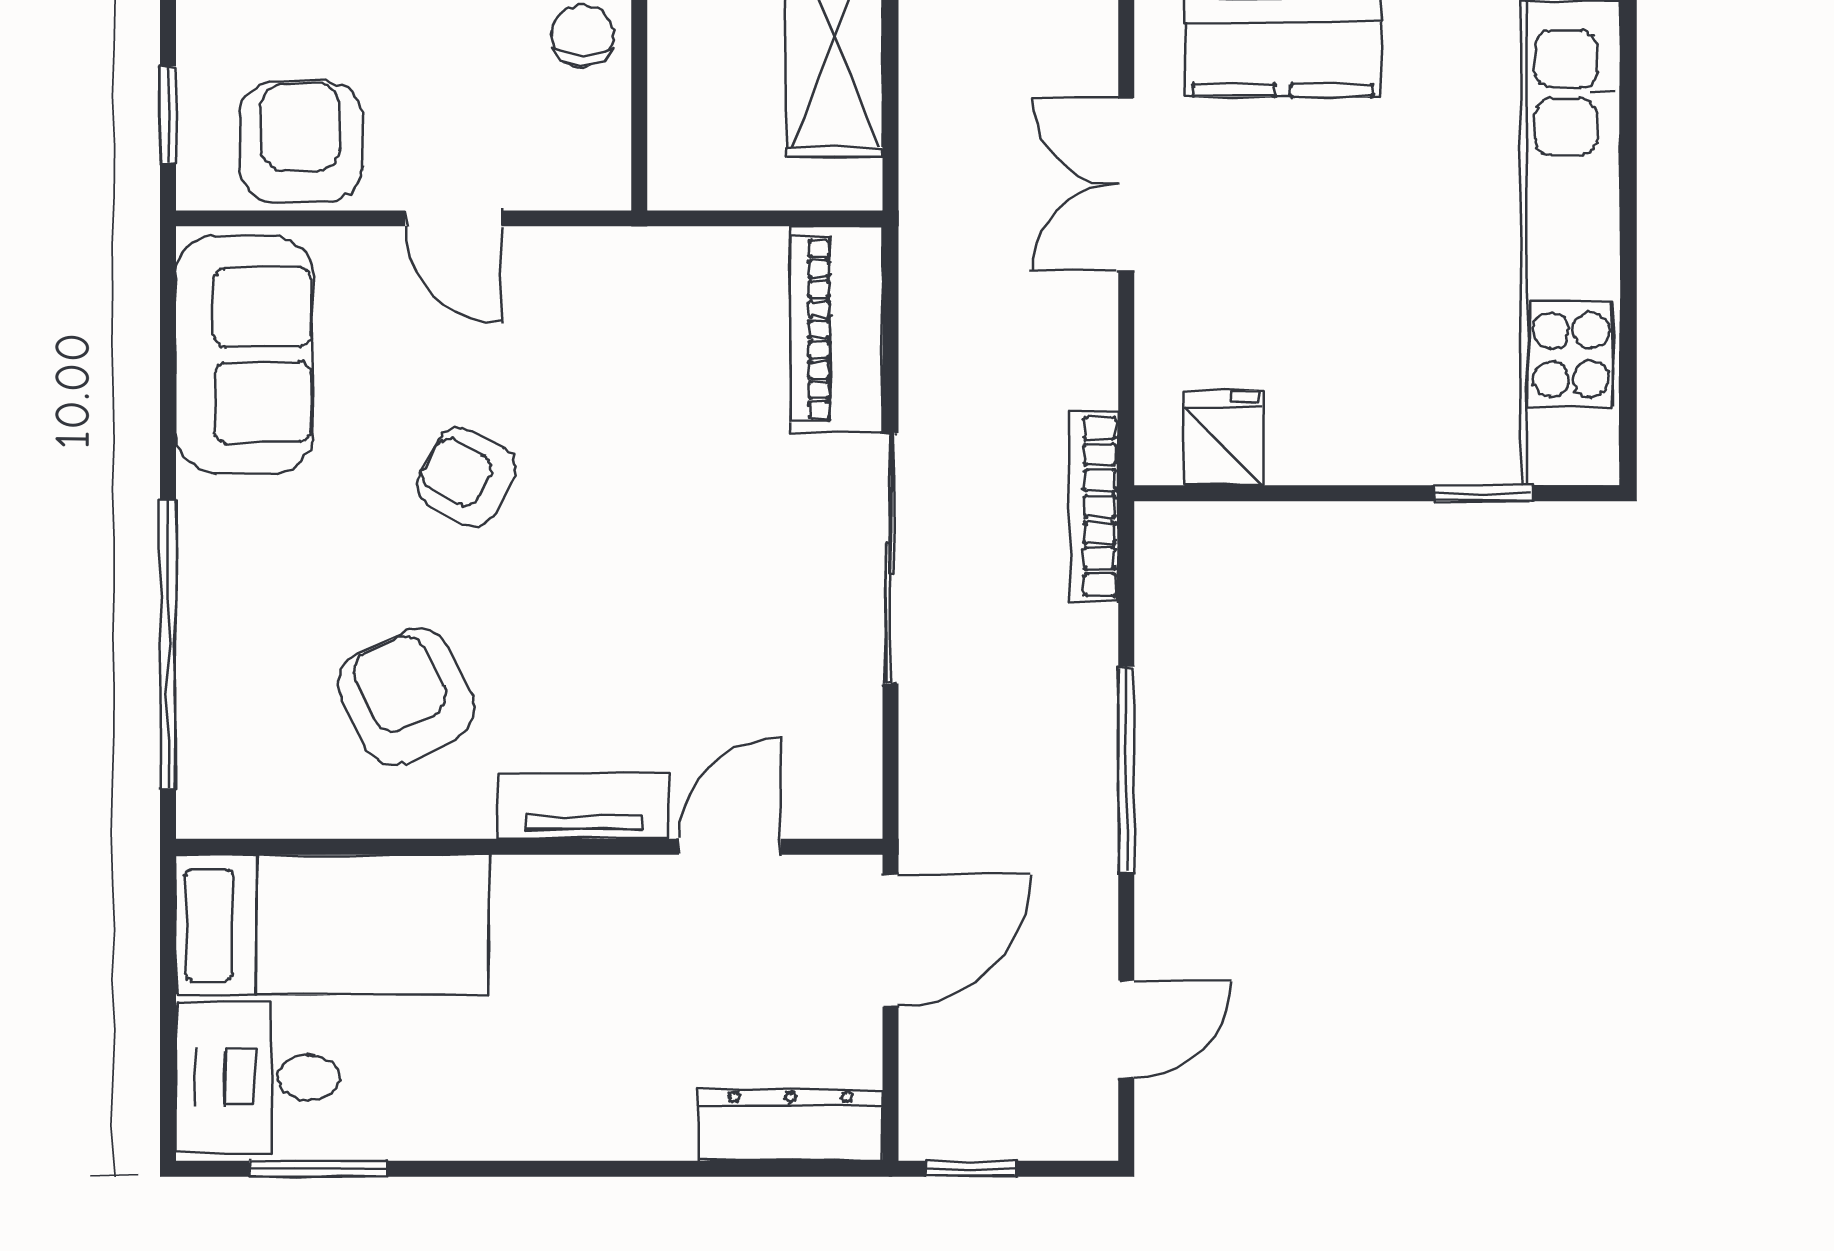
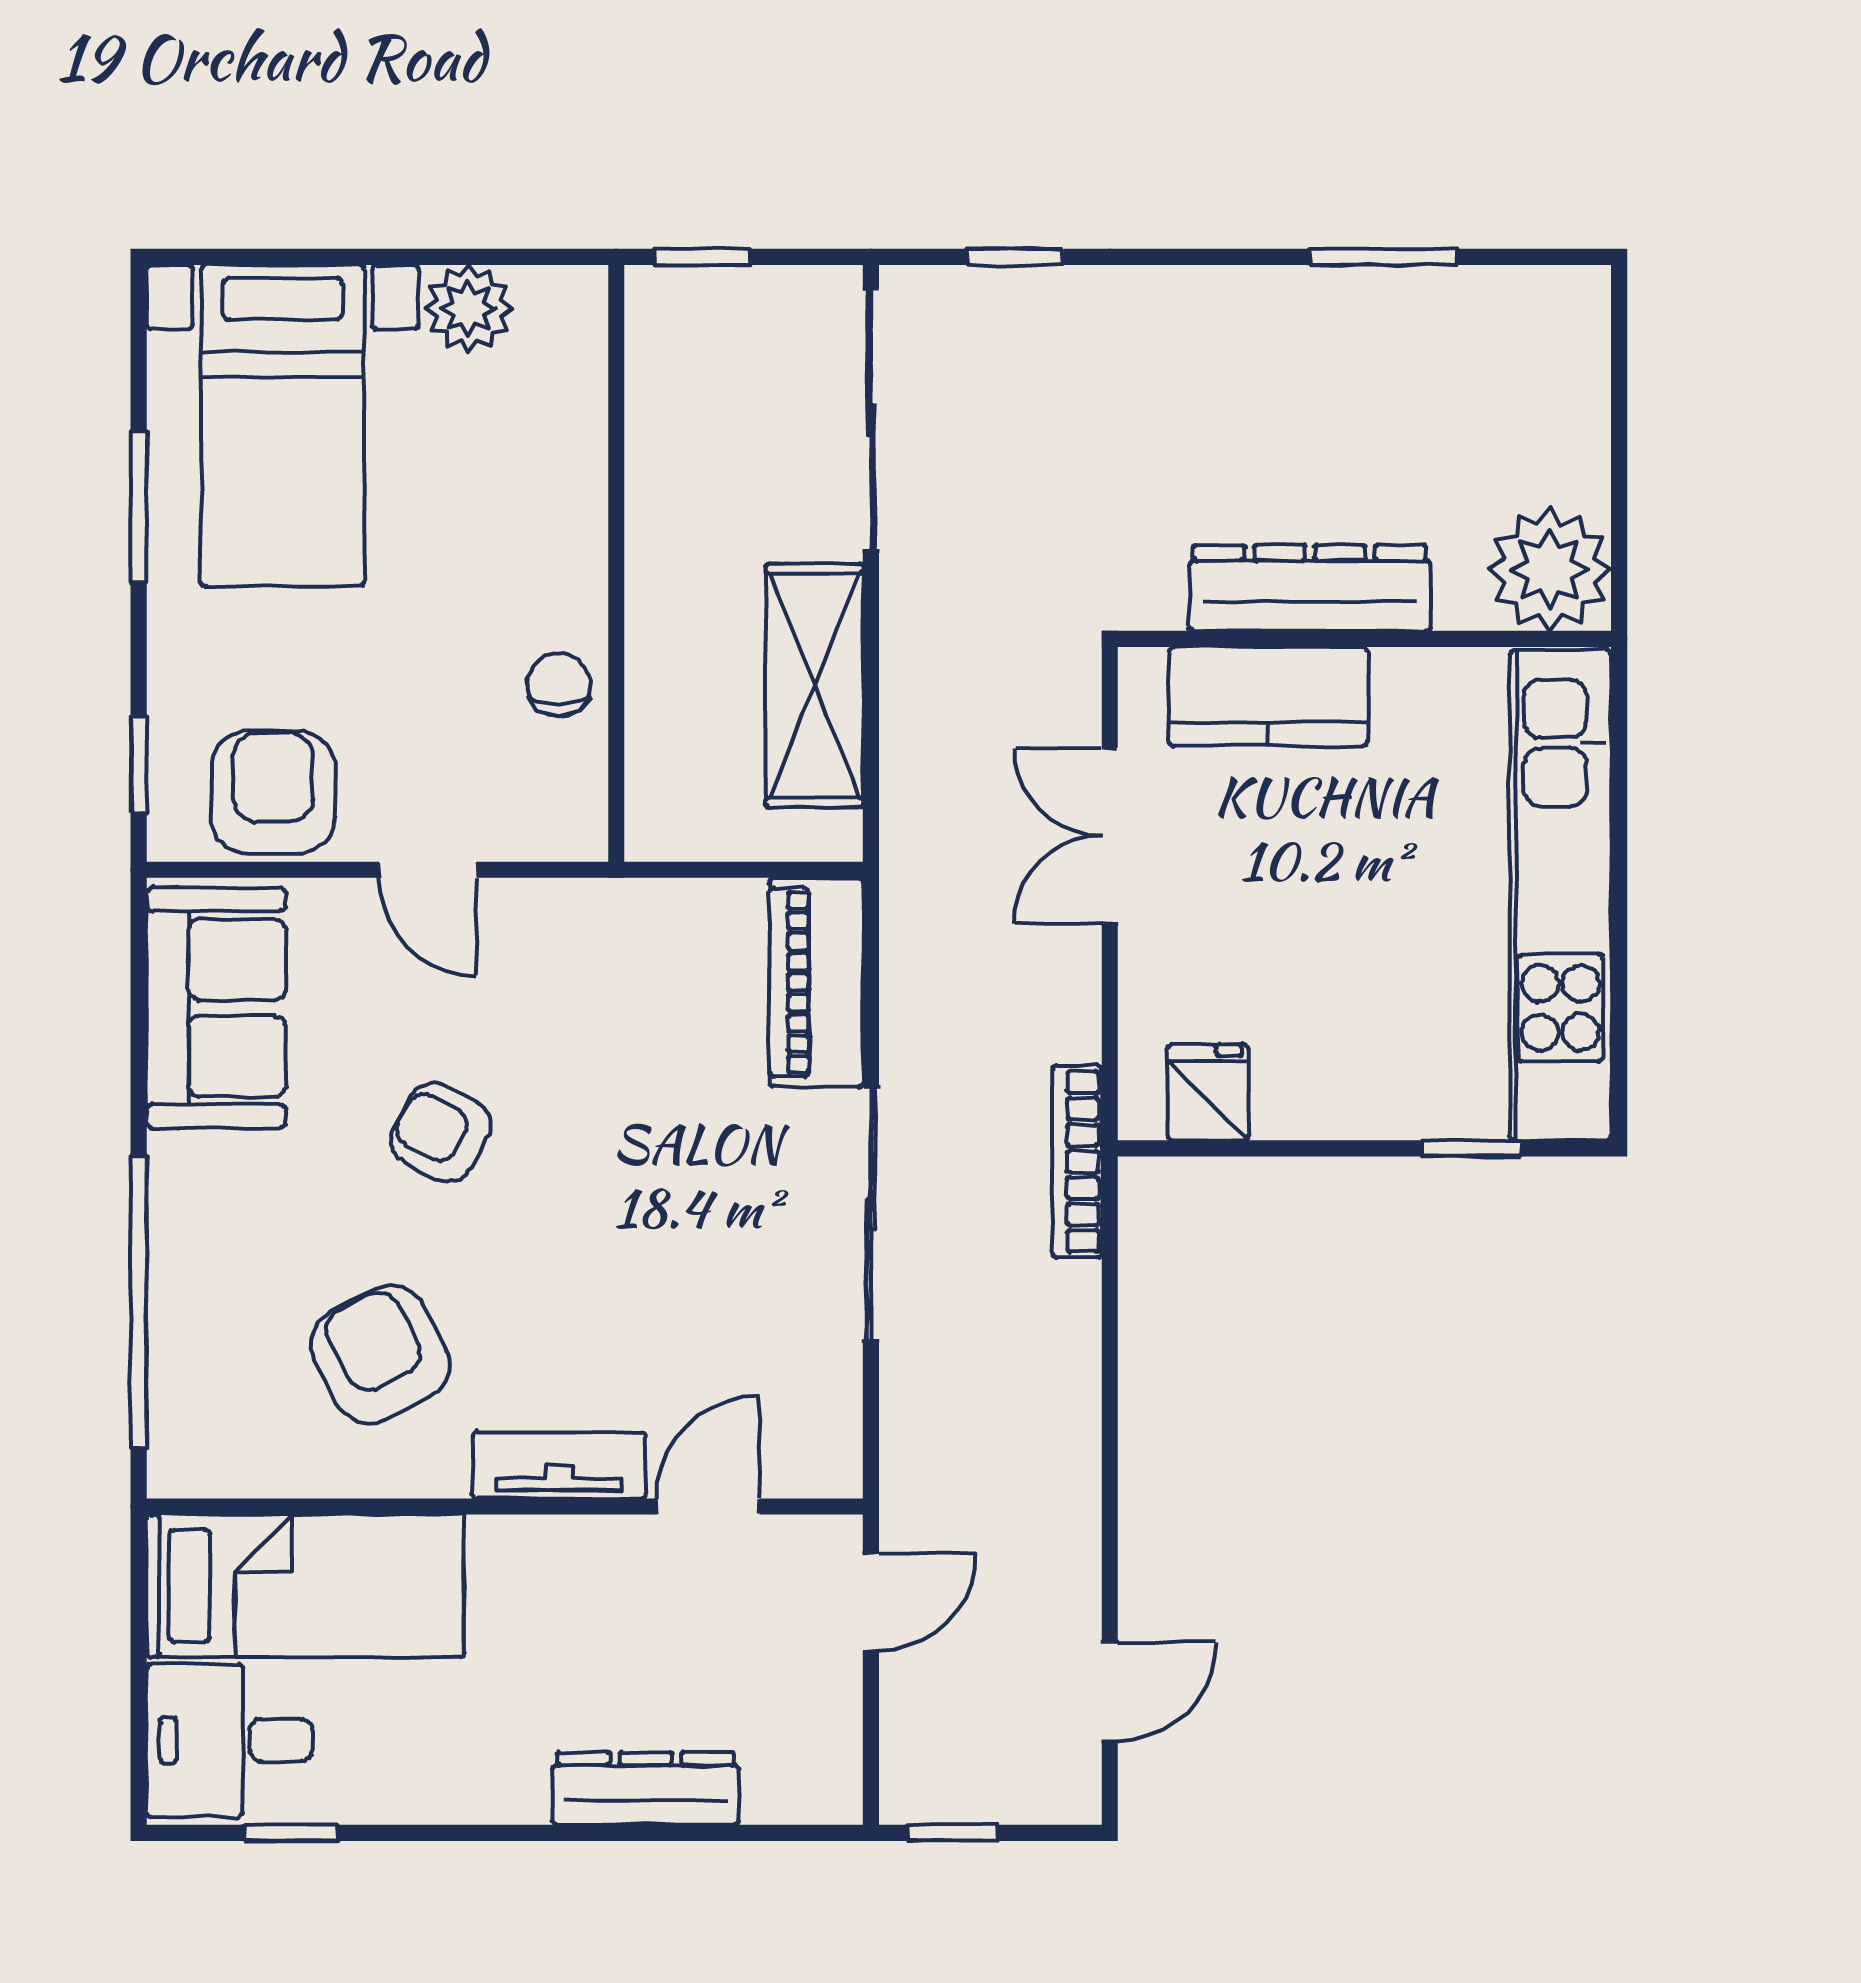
window: (1126, 770) -> (1110, 1428), removed
door: (891, 941) -> (871, 1602), width x0.73
dresser: (791, 1125) -> (646, 1788), moved
window: (318, 1169) -> (291, 1833), width x0.67

